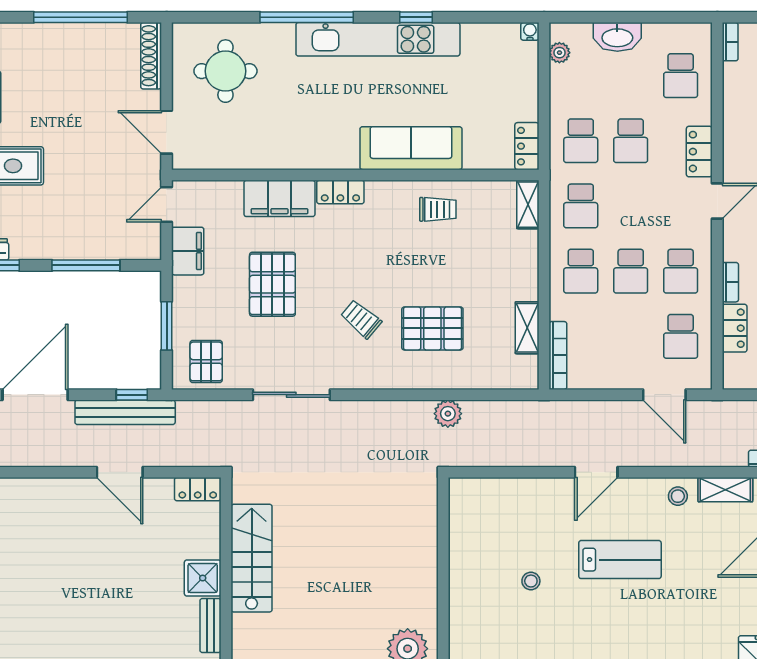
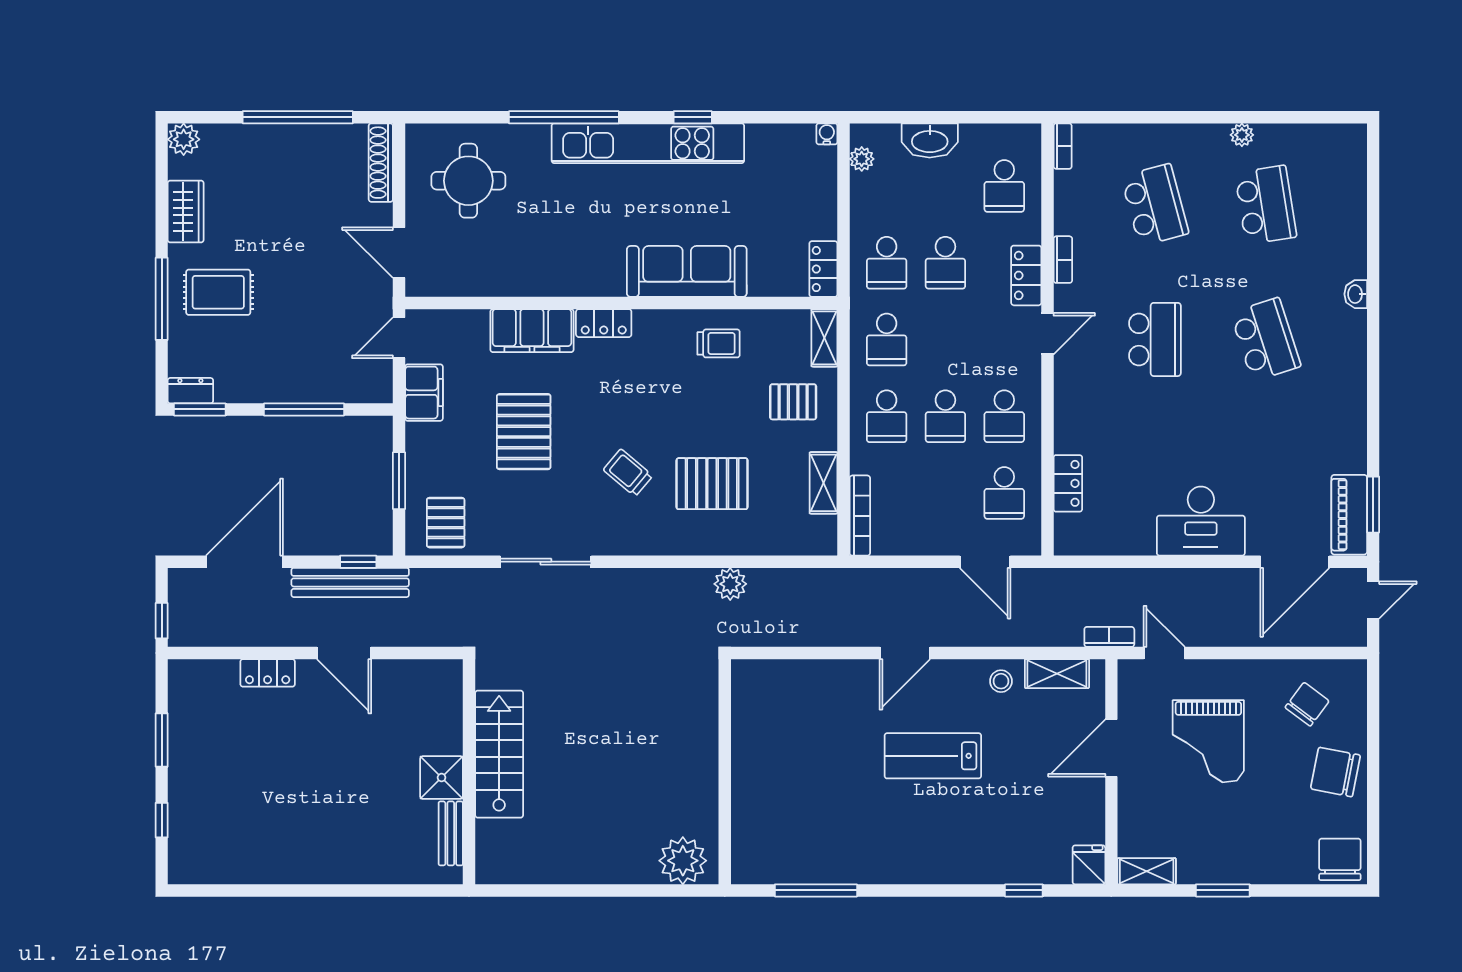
pallet: (501, 259) -> (793, 402), added
bookcase: (730, 282) -> (1063, 260), moved
locker: (198, 489) -> (268, 673), moved
lab bench: (620, 560) -> (933, 756), turned 180
stool: (531, 581) -> (828, 781), removed

